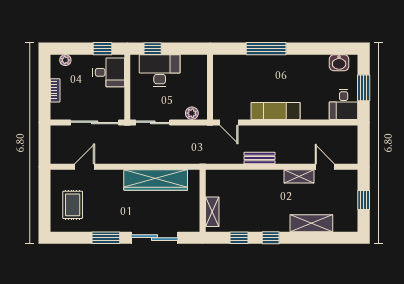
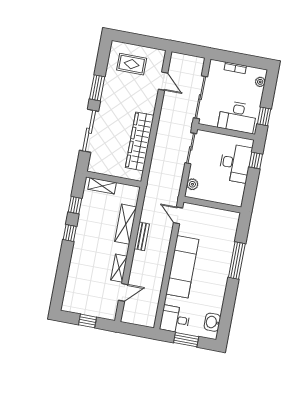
desk: (109, 72) -> (237, 117), width x1.37
exam couch: (275, 111) -> (182, 267), width x1.36, depth x1.45
door: (229, 122) -> (178, 215), hinge flipped
shelving: (311, 223) -> (126, 224), moved

